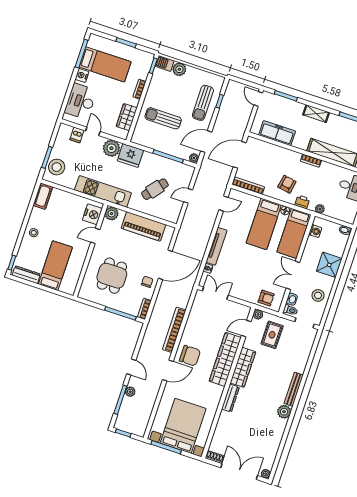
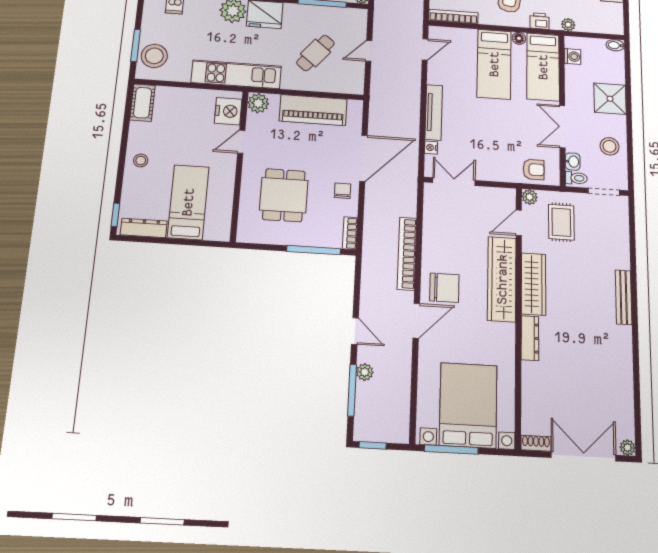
plant: (284, 412) -> (621, 337), removed

